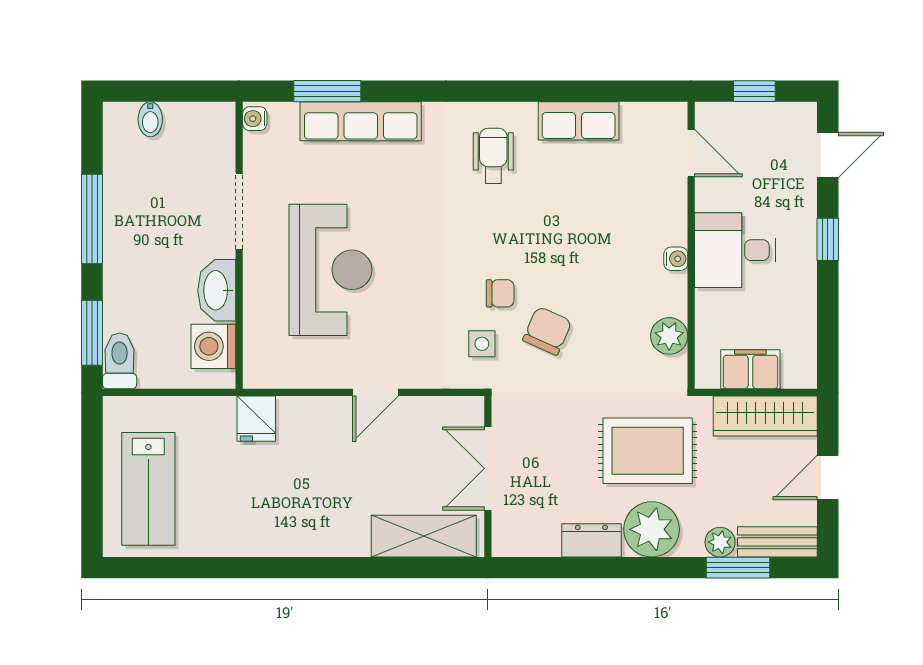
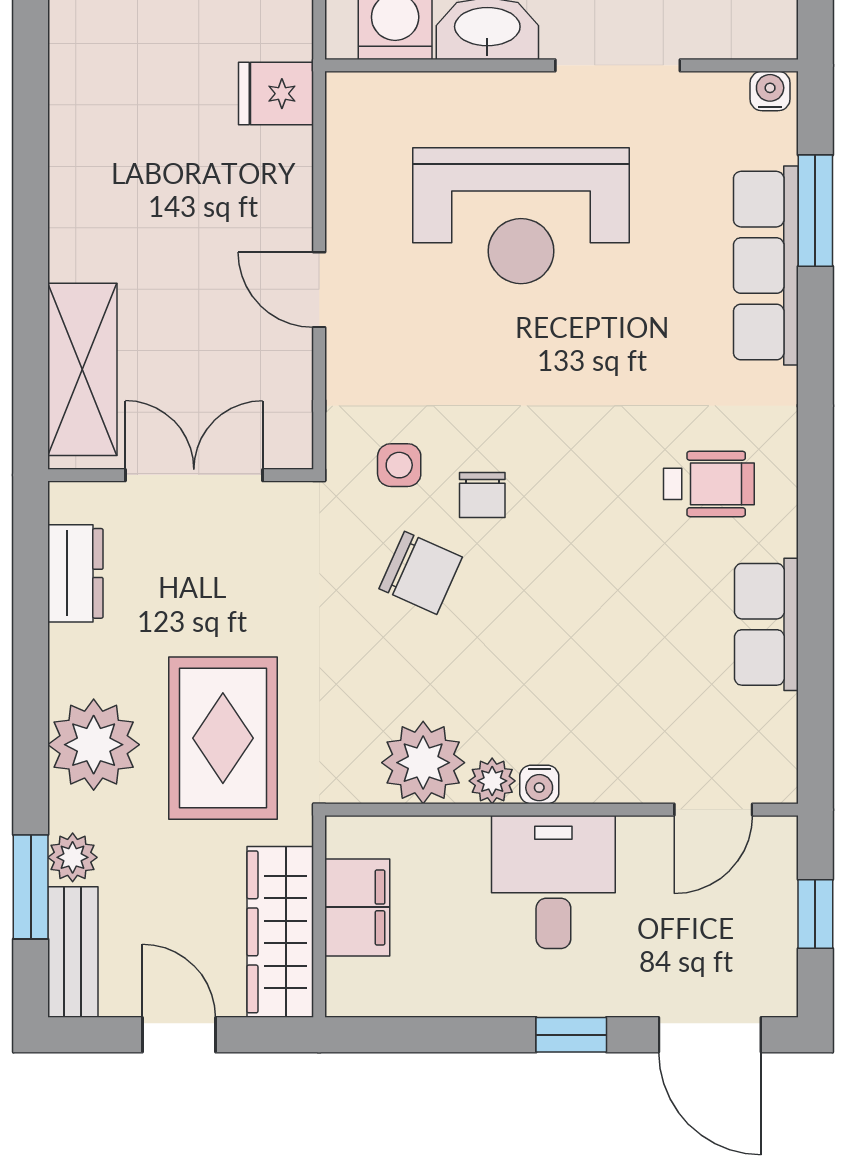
door: (828, 155) -> (710, 1035), width x1.38
plant: (674, 287) -> (492, 781), added
plant: (669, 336) -> (423, 763), width x1.36, depth x1.36
dresser: (591, 540) -> (75, 573), moved

